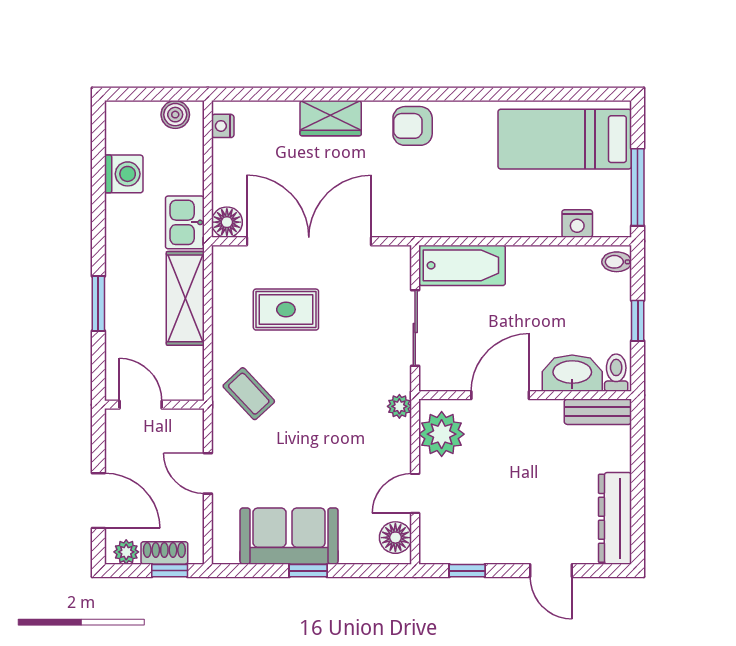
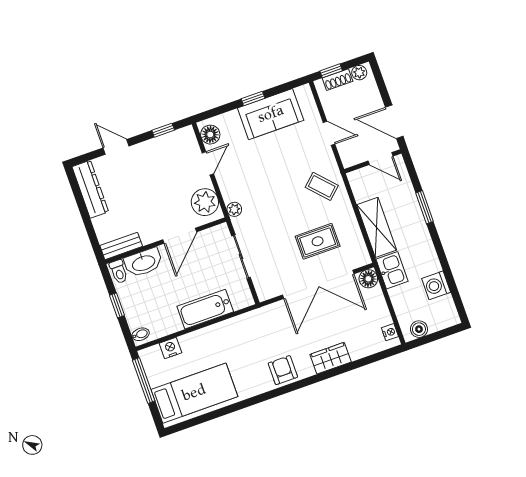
armchair: (413, 126) -> (283, 370), turned -90
bathtub: (462, 265) -> (205, 309), moved
door: (98, 501) -> (394, 122), moved

